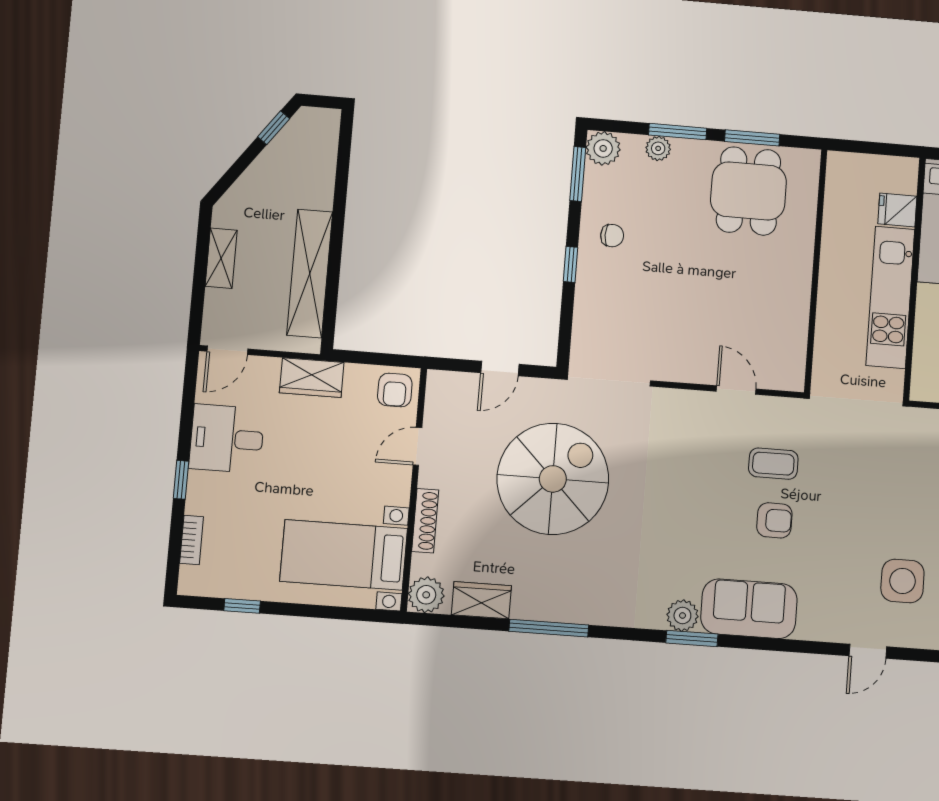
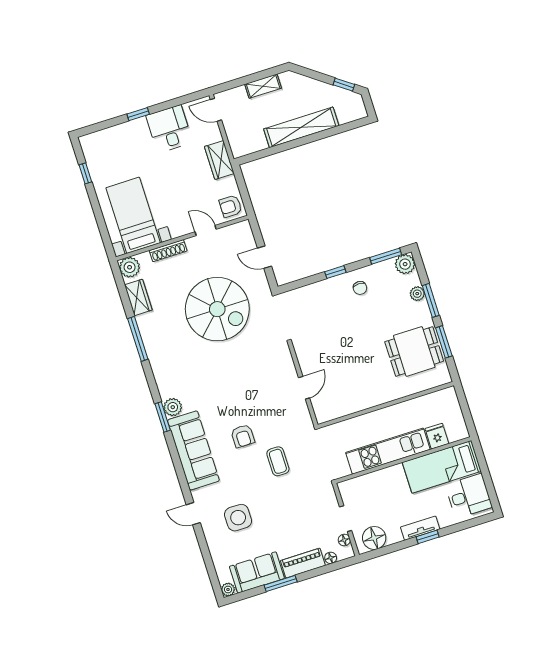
shelving: (310, 273) -> (301, 127), moved
coffee table: (773, 464) -> (278, 461), moved
bookcase: (192, 540) -> (109, 133), removed
sofa: (749, 609) -> (193, 450), width x1.36

